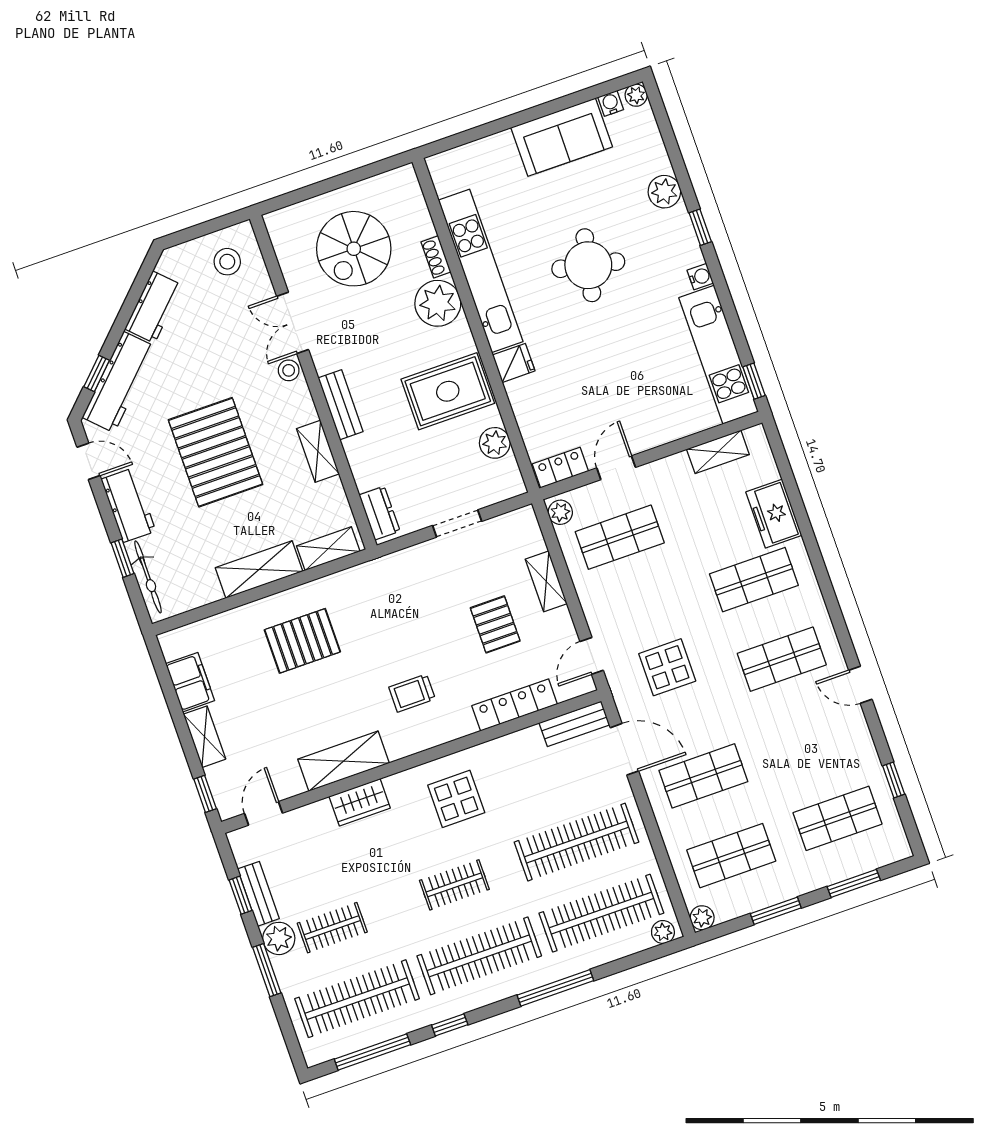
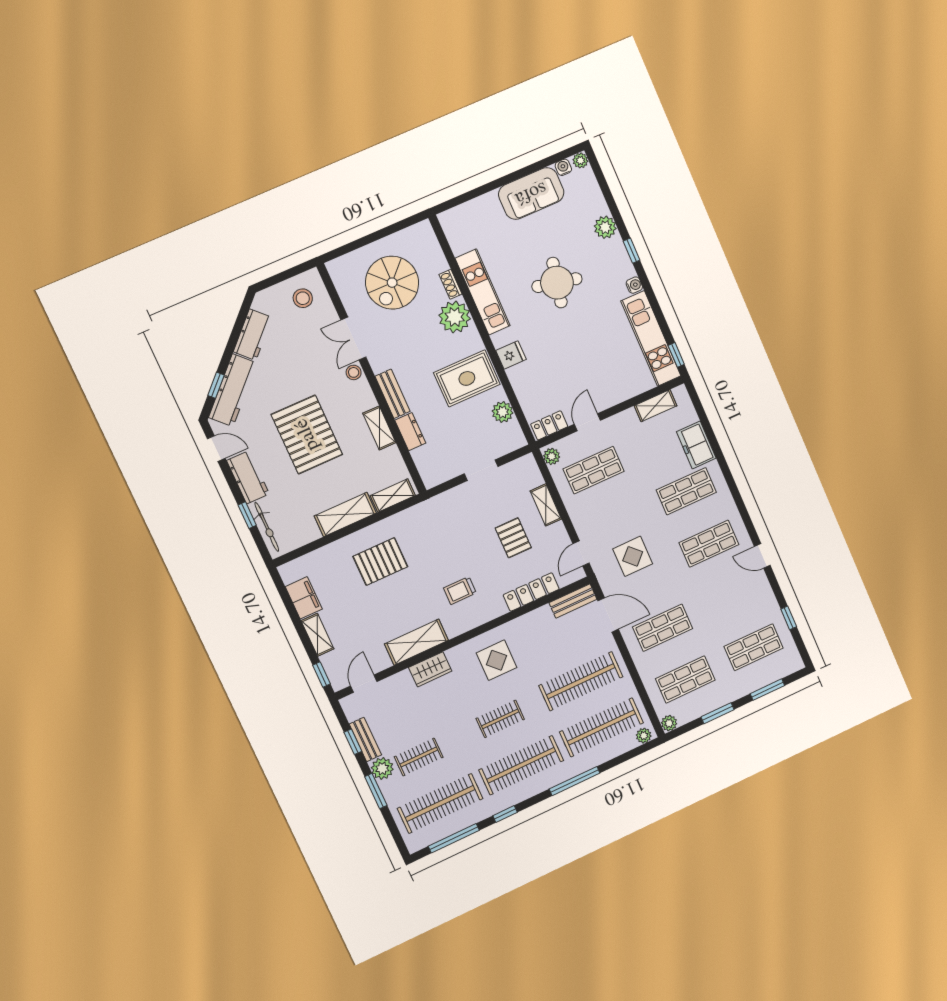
kitchen unit: (481, 271) -> (483, 292), width x0.73
dresser: (380, 513) -> (410, 432), moved

